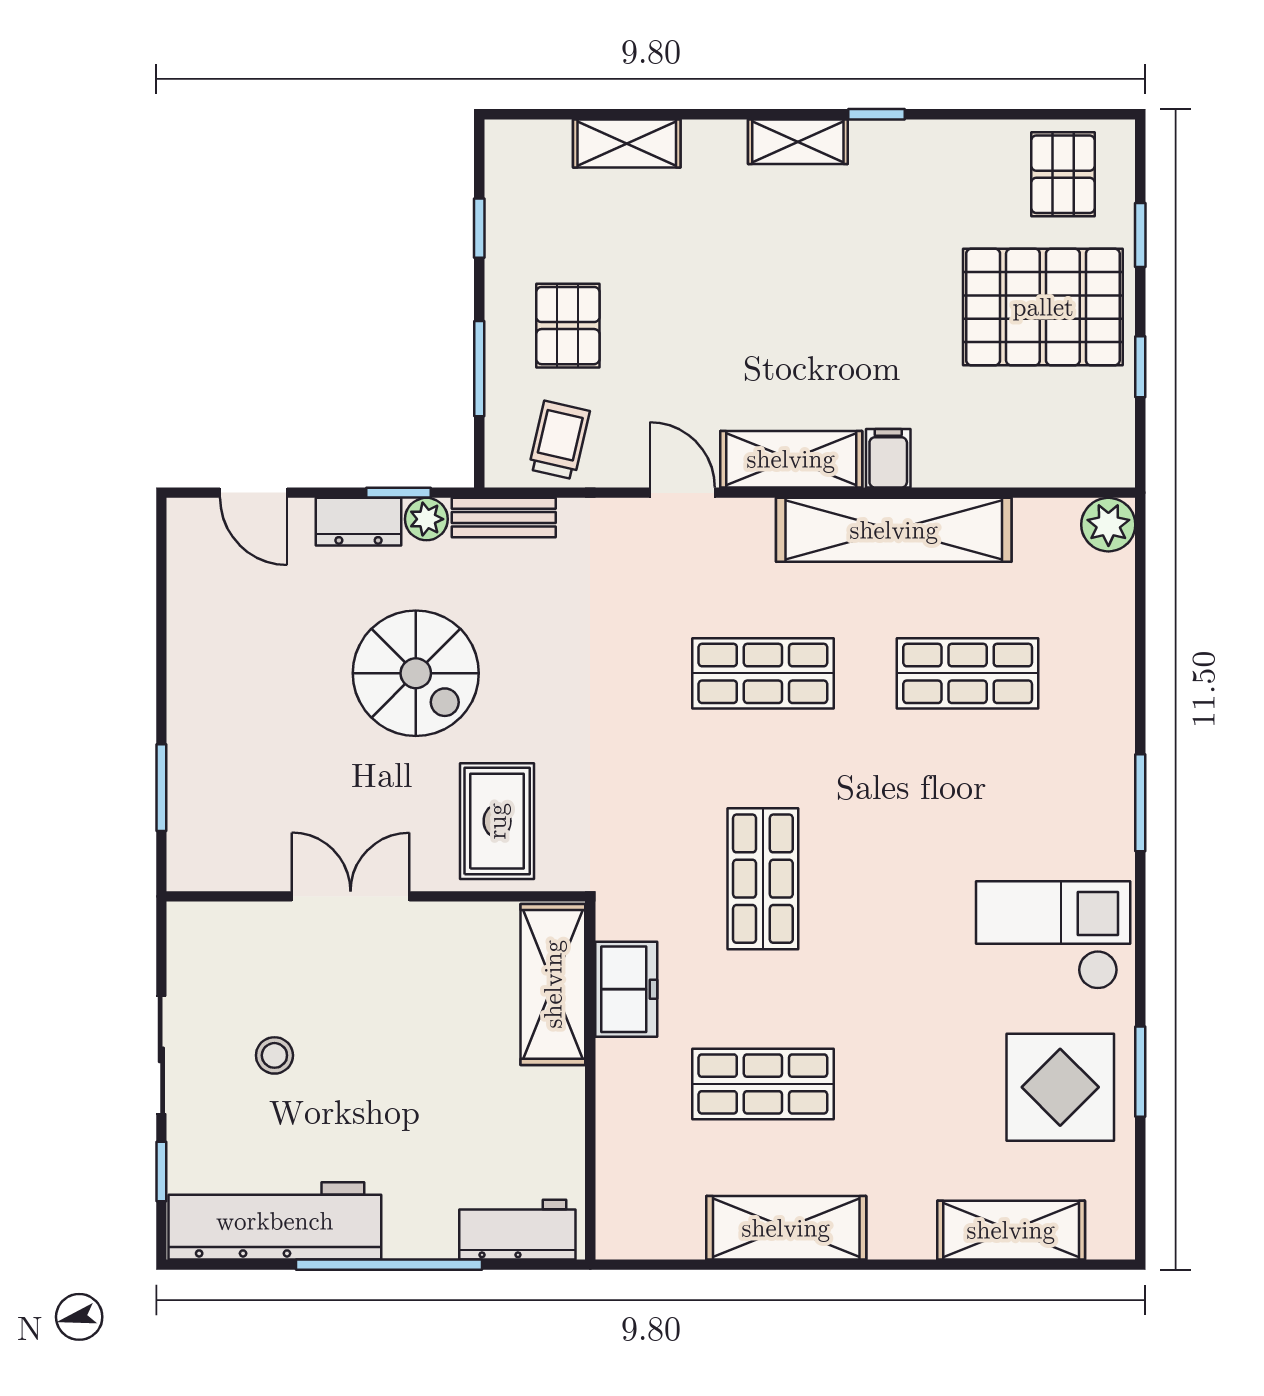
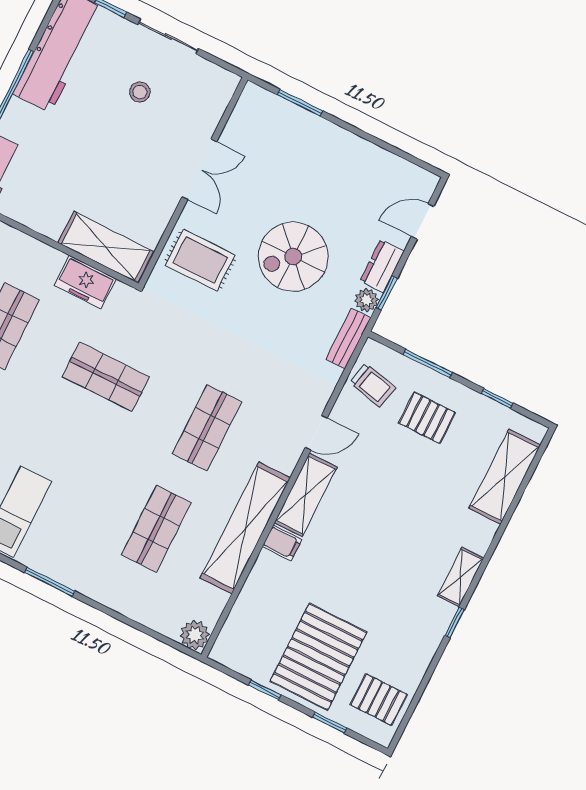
shelving: (627, 143) -> (505, 477), width x1.50, depth x1.33

